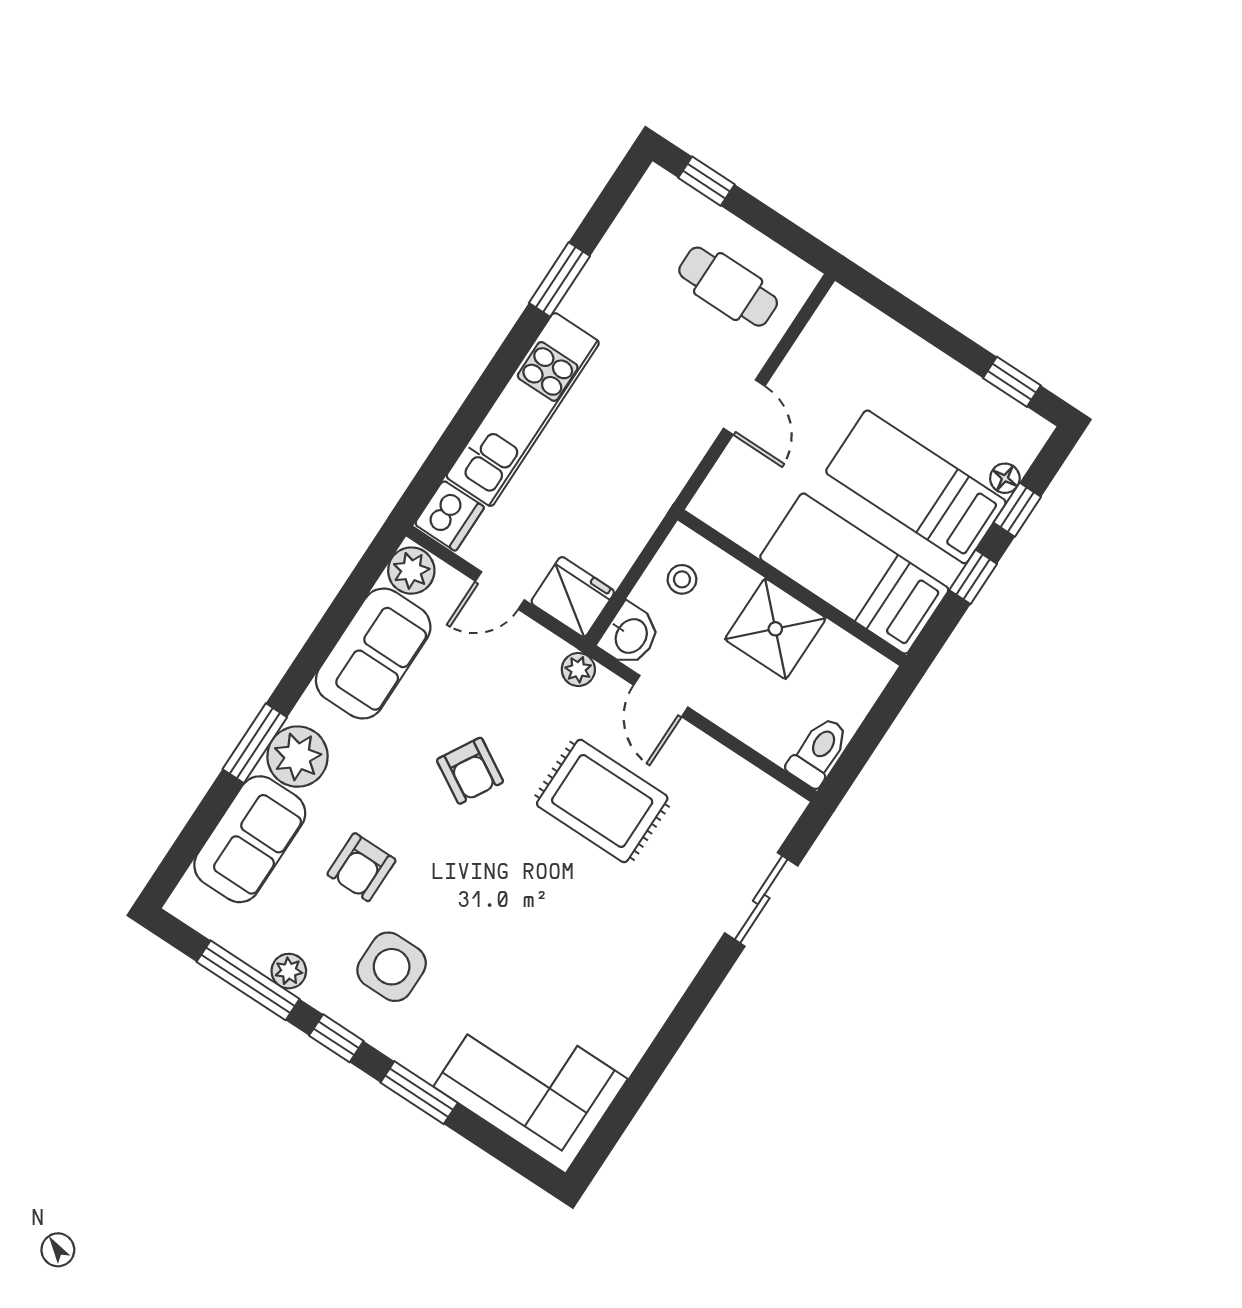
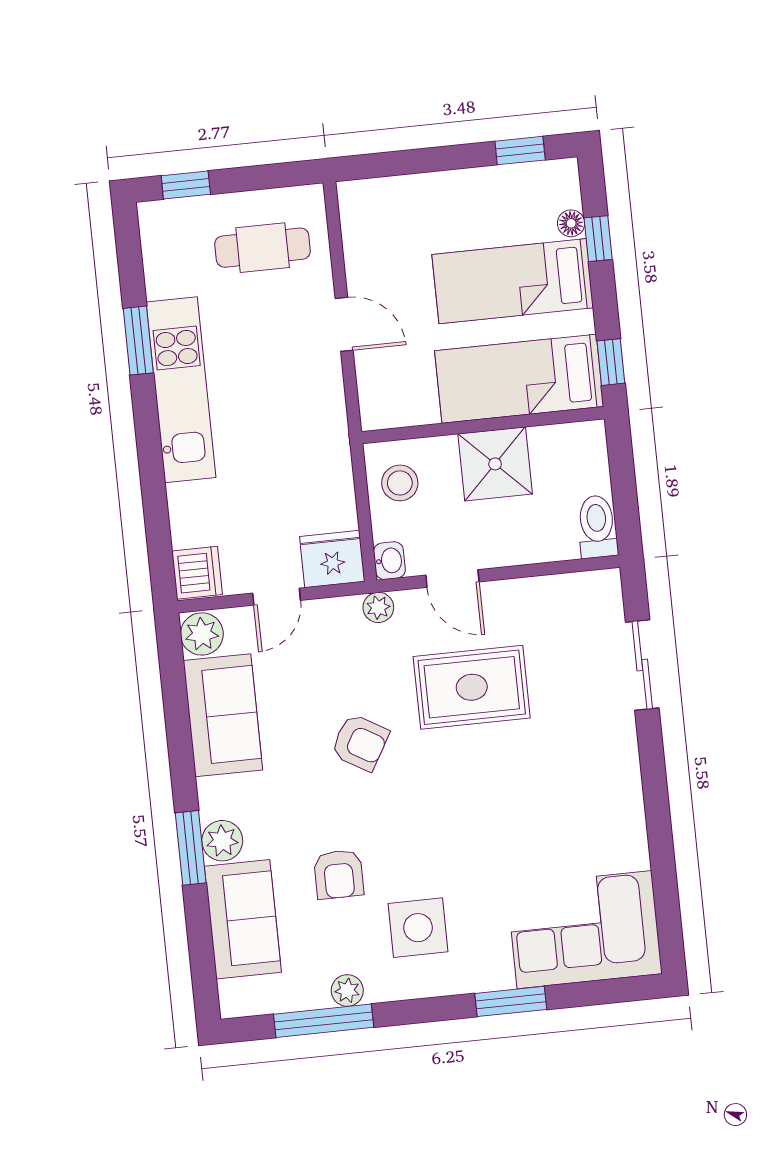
kitchen unit: (523, 410) -> (181, 390), moved
window: (973, 577) -> (611, 362), moved
stool: (682, 579) -> (400, 483), width x1.37, depth x1.37
washbasin: (630, 635) -> (389, 561), width x0.72, depth x0.69
plant: (298, 757) -> (222, 841), width x0.73, depth x0.73
window: (336, 1038) -> (420, 1011), removed

